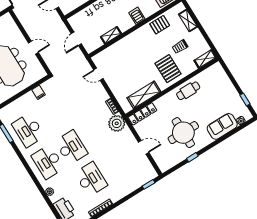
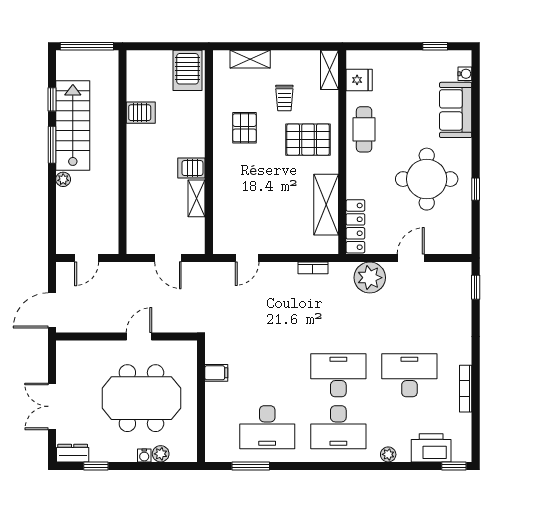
server rack: (137, 16) -> (191, 168), moved
pallet: (160, 25) -> (244, 128), moved
fridge: (209, 75) -> (359, 80), added
plant: (117, 123) -> (370, 278), moved

